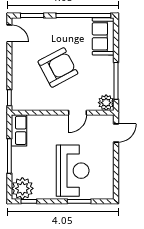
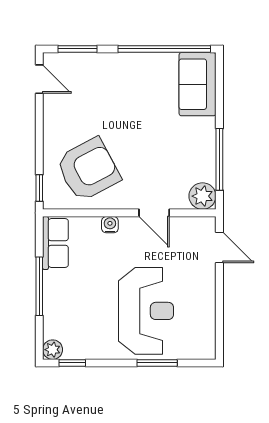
armchair: (58, 67) -> (88, 169), moved
door: (77, 113) -> (154, 213), hinge flipped
water cooler: (51, 120) -> (110, 225), added
door: (116, 133) -> (219, 247), hinge flipped
plant: (22, 188) -> (53, 350), width x0.53, depth x0.53

